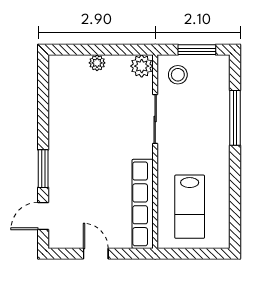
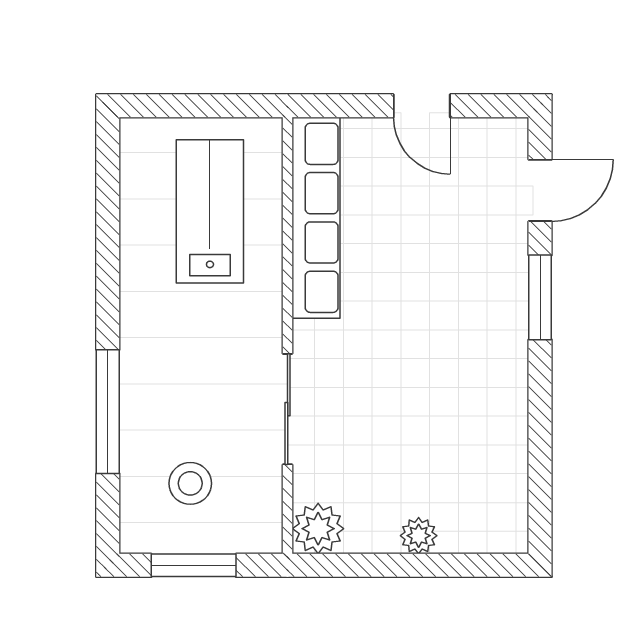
stool: (178, 75) -> (190, 483), moved

